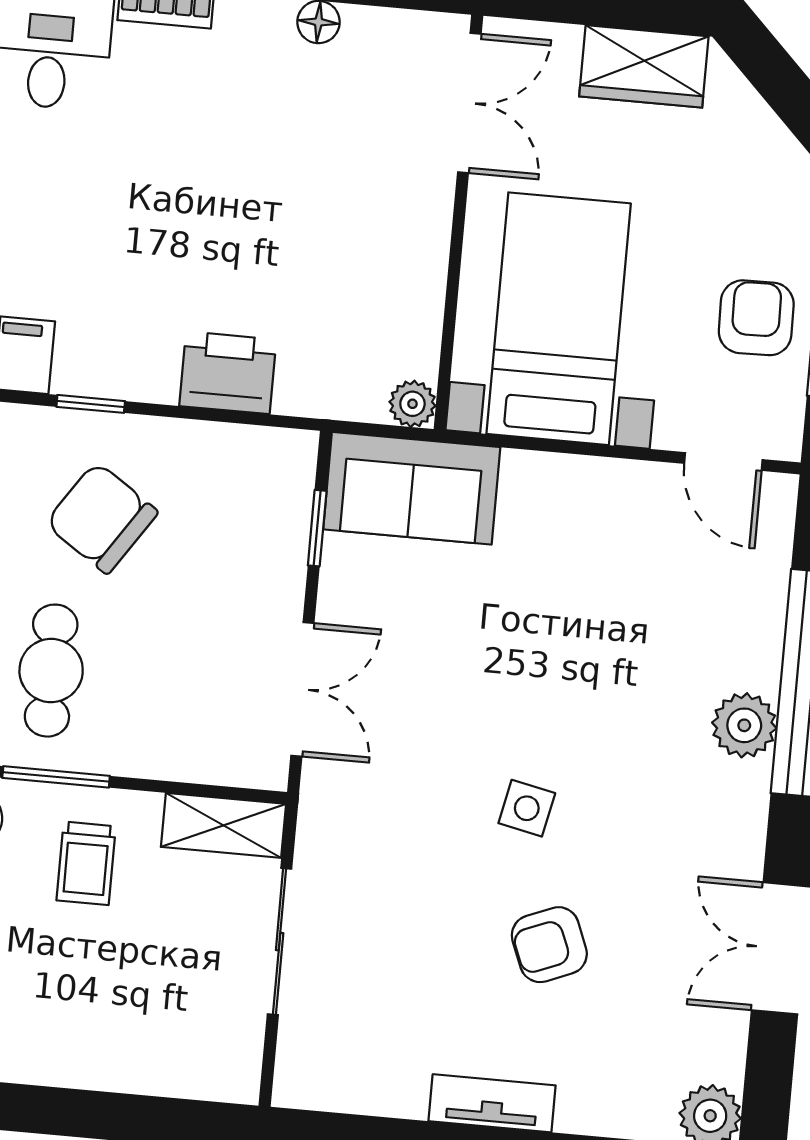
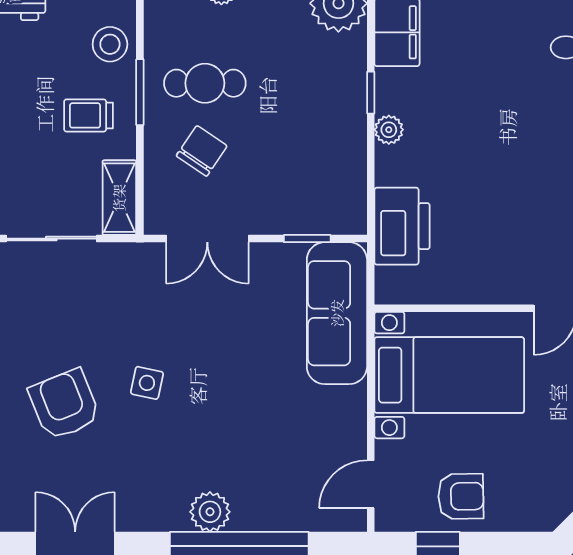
printer: (228, 373) -> (402, 226), moved, width x1.37, depth x1.19
plant: (412, 404) -> (389, 130), moved
sofa: (412, 488) -> (337, 313), width x1.36
chair: (102, 518) -> (202, 151), moved, width x0.73, depth x0.73
armchair: (549, 945) -> (64, 404), width x1.38, depth x1.38

